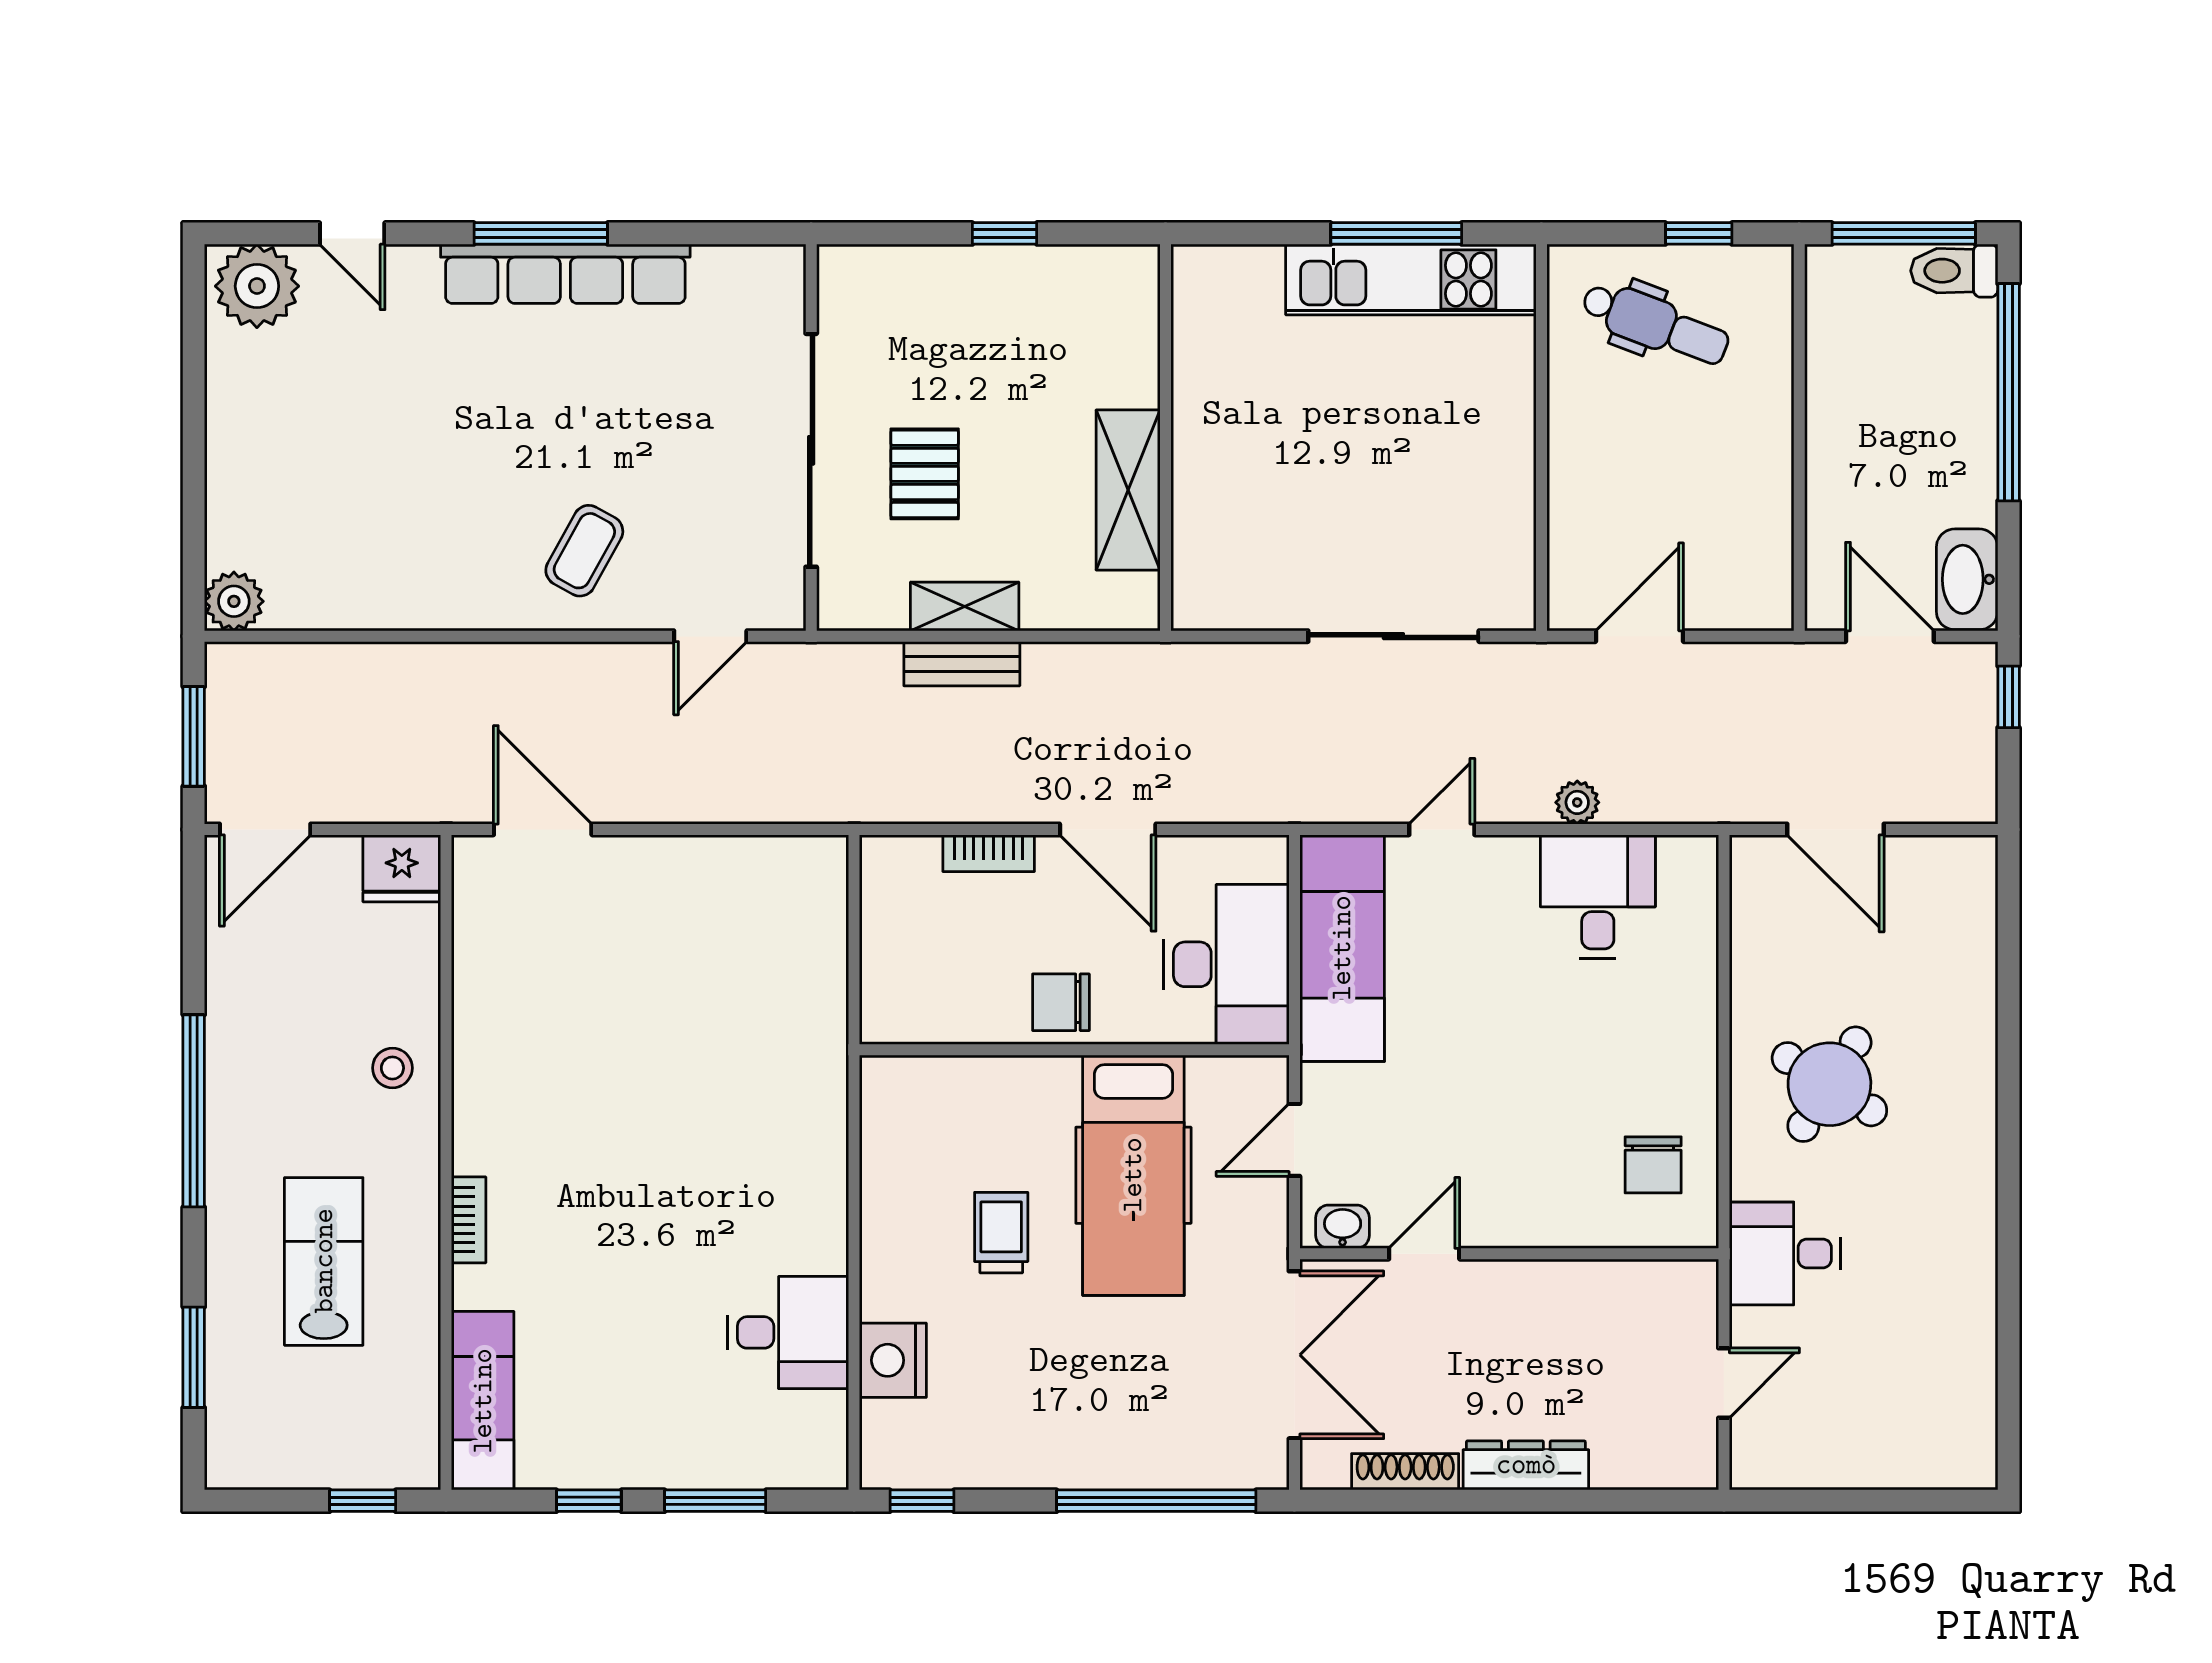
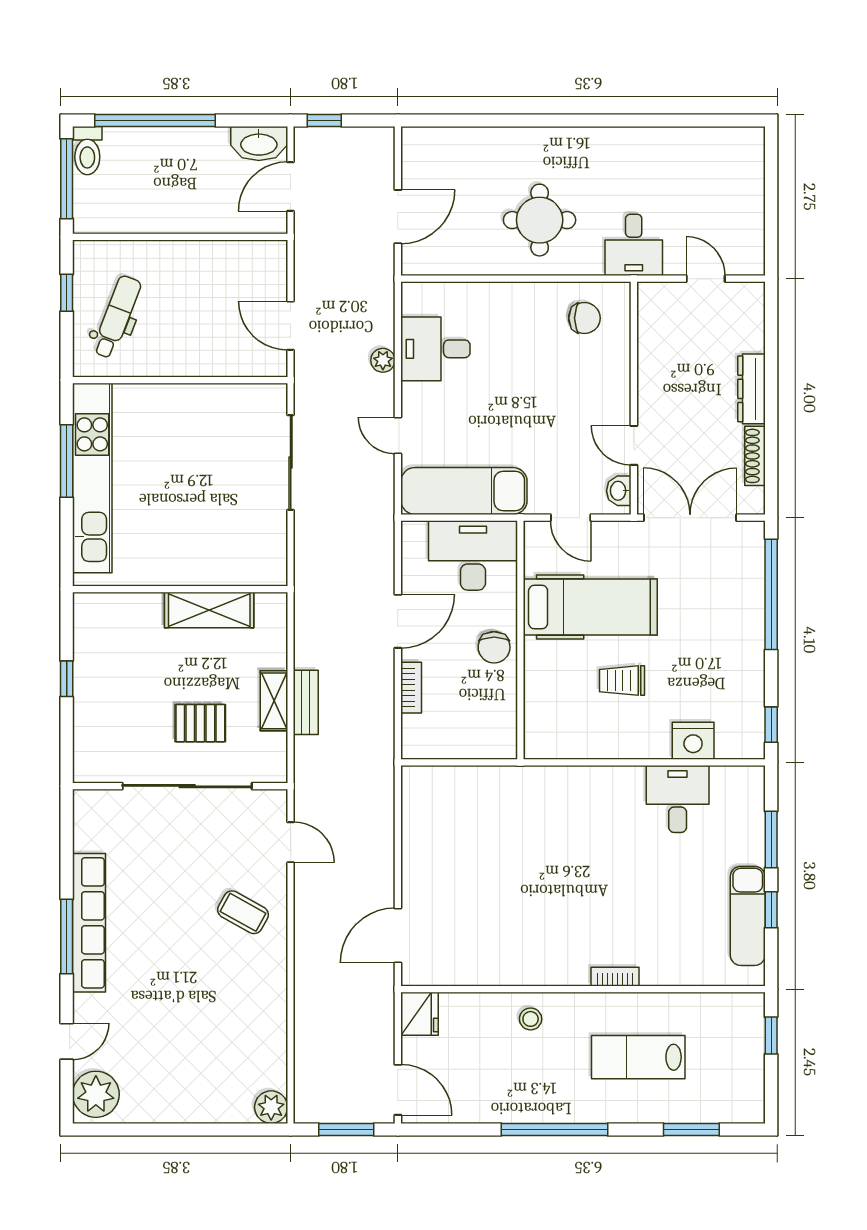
kitchen unit: (1411, 279) -> (92, 478), width x1.36
round table: (1829, 1084) -> (540, 220), turned -32
exam couch: (483, 1401) -> (748, 916), moved, turned -90

